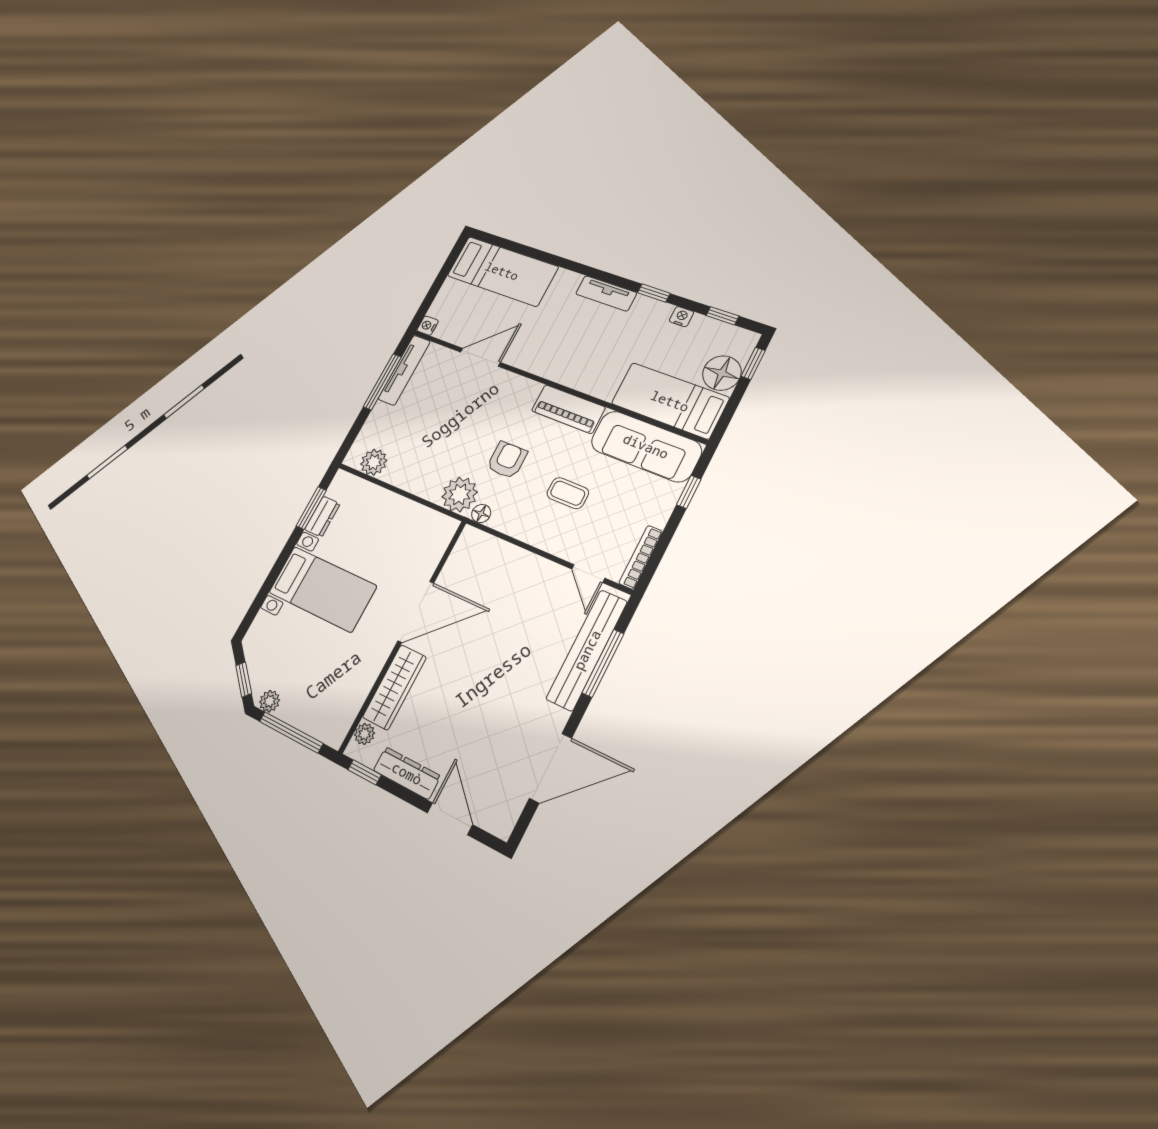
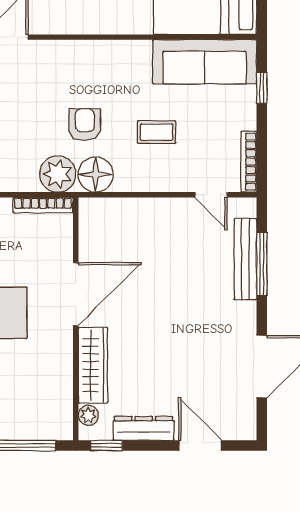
piano: (568, 409) -> (117, 55), removed
floor lamp: (481, 514) -> (96, 175), width x1.89, depth x1.89
bookcase: (432, 517) -> (43, 205), added
bench: (587, 650) -> (245, 259), width x0.73, depth x0.82

